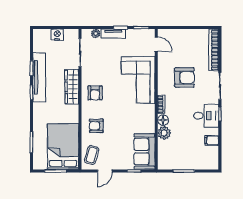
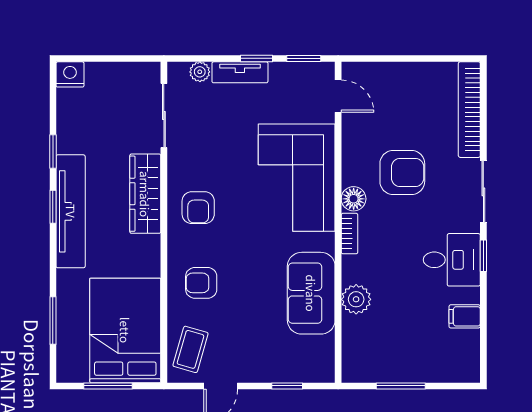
nightstand: (57, 35) -> (70, 74), moved
tv unit: (39, 77) -> (71, 211), moved
floor lamp: (163, 120) -> (354, 199), moved
sofa: (145, 152) -> (311, 293), moved

